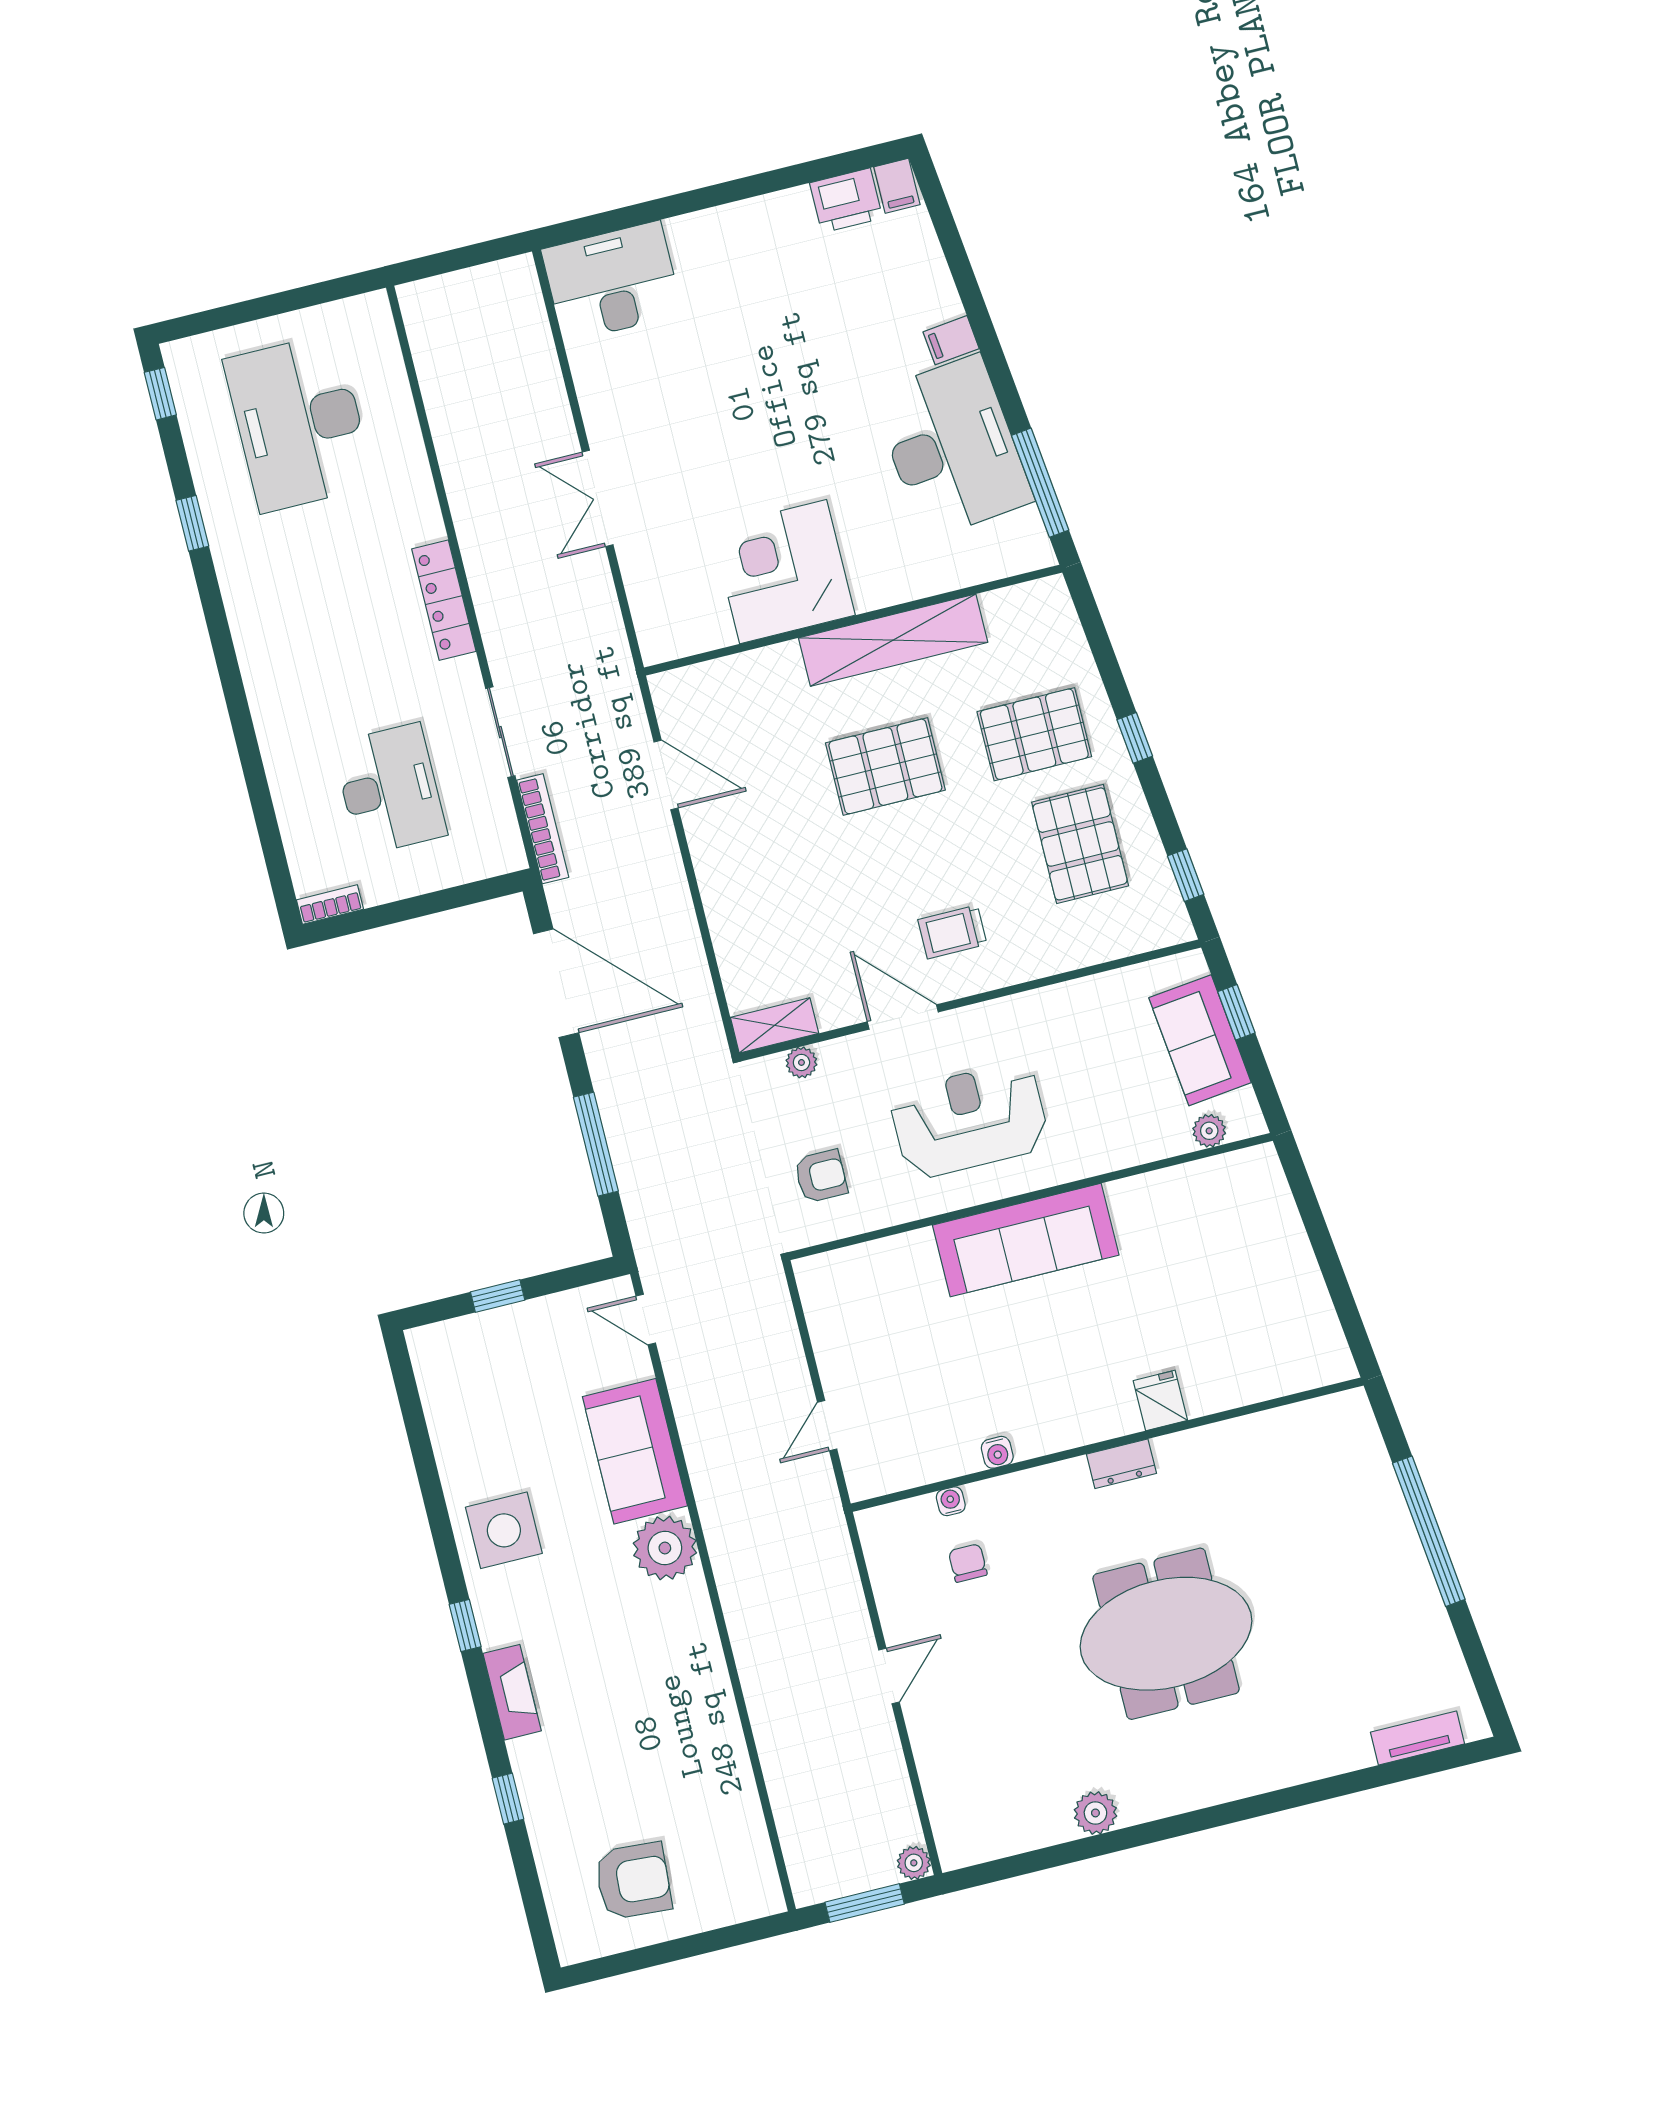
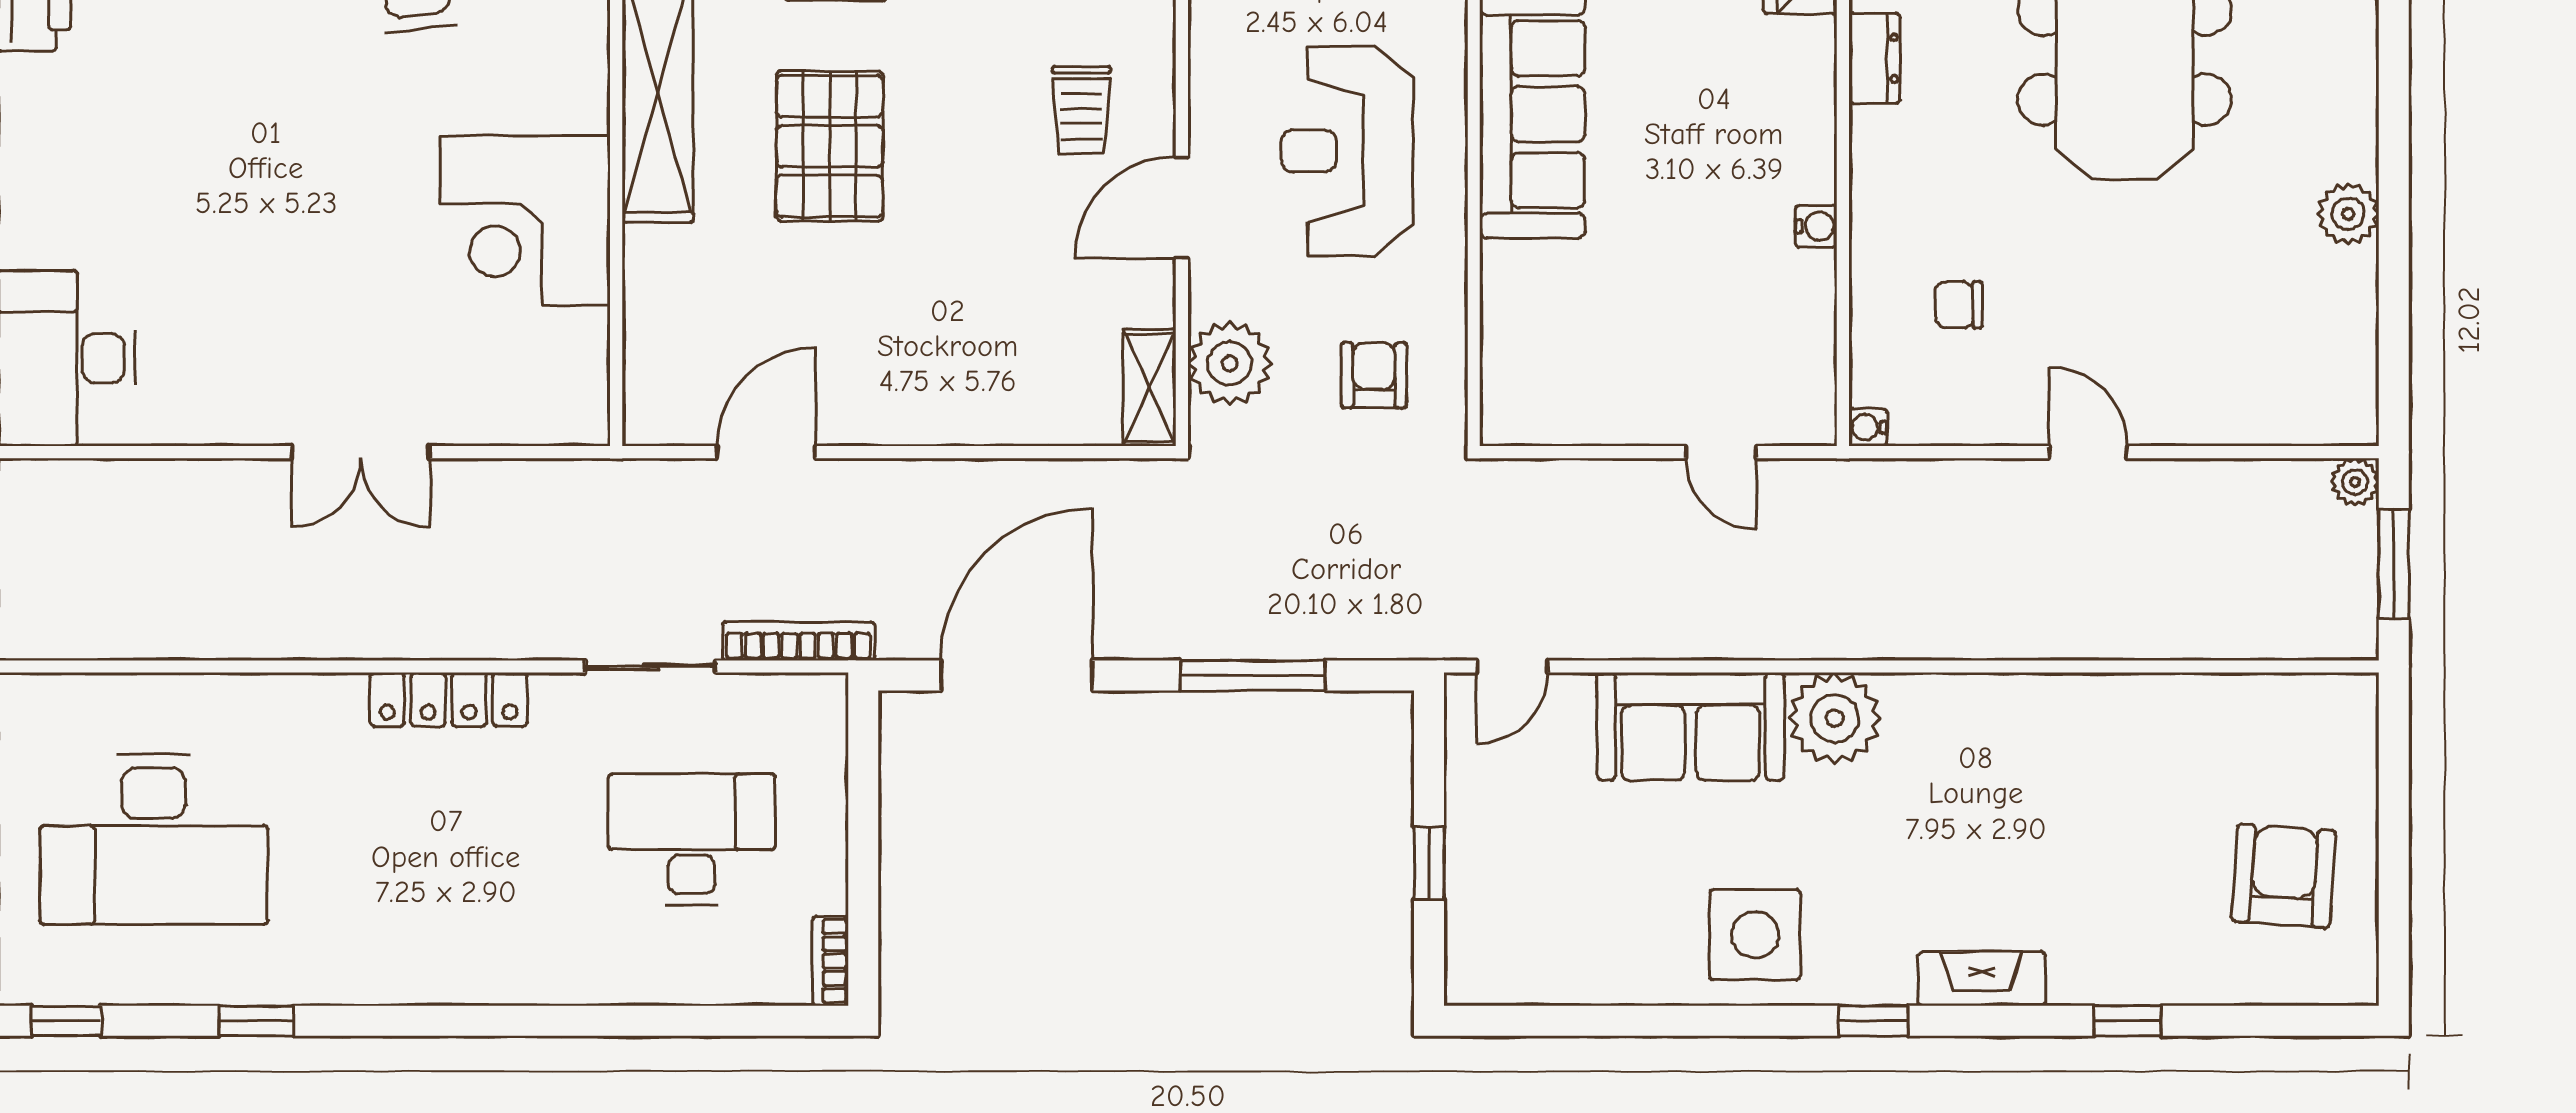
plant: (801, 1062) -> (1230, 363), width x1.88, depth x1.88
water cooler: (951, 1501) -> (1868, 427), moved

